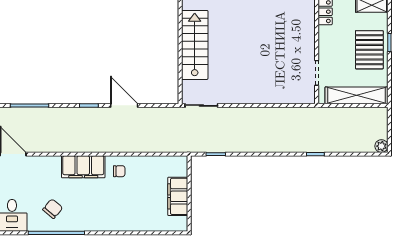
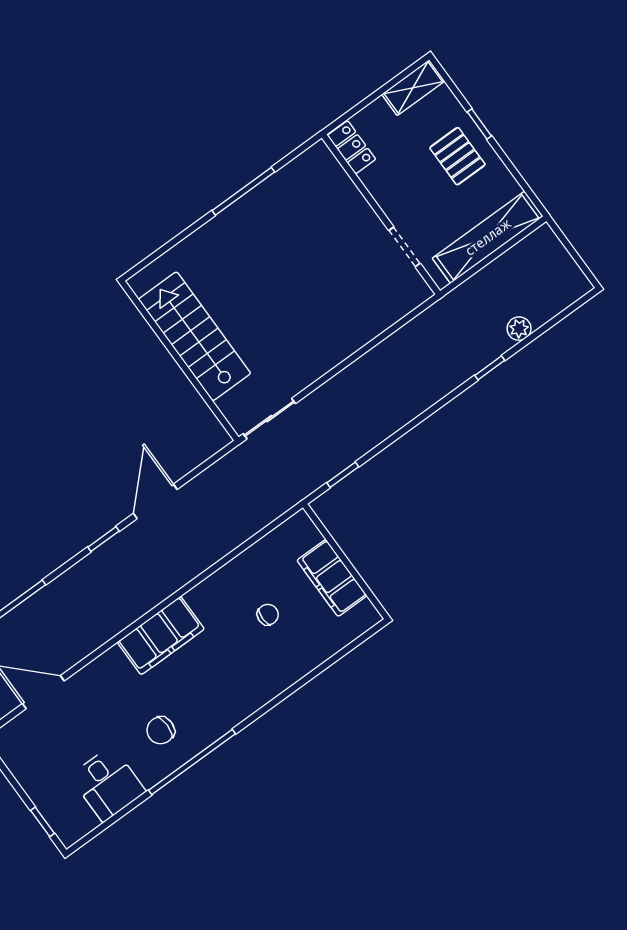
pallet: (369, 50) -> (457, 156), width x0.67, depth x0.71
door: (124, 105) -> (155, 501), hinge flipped
plant: (381, 146) -> (519, 329), moved
chair: (119, 171) -> (268, 615), moved
chair: (53, 209) -> (161, 730), turned -130

